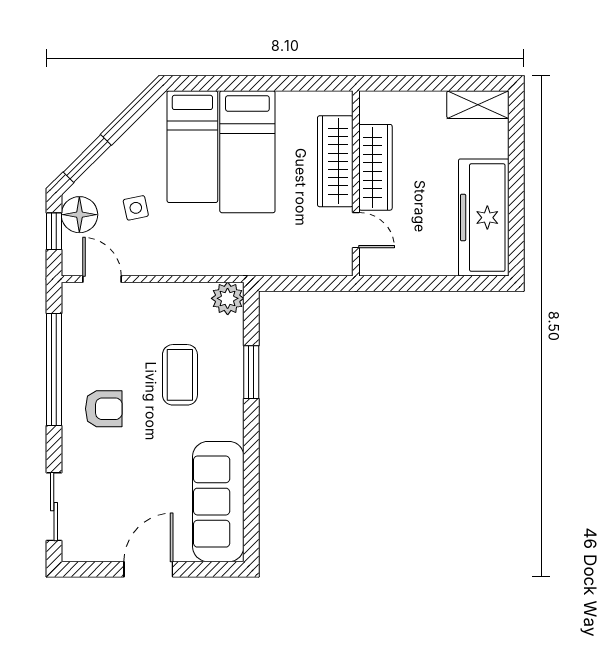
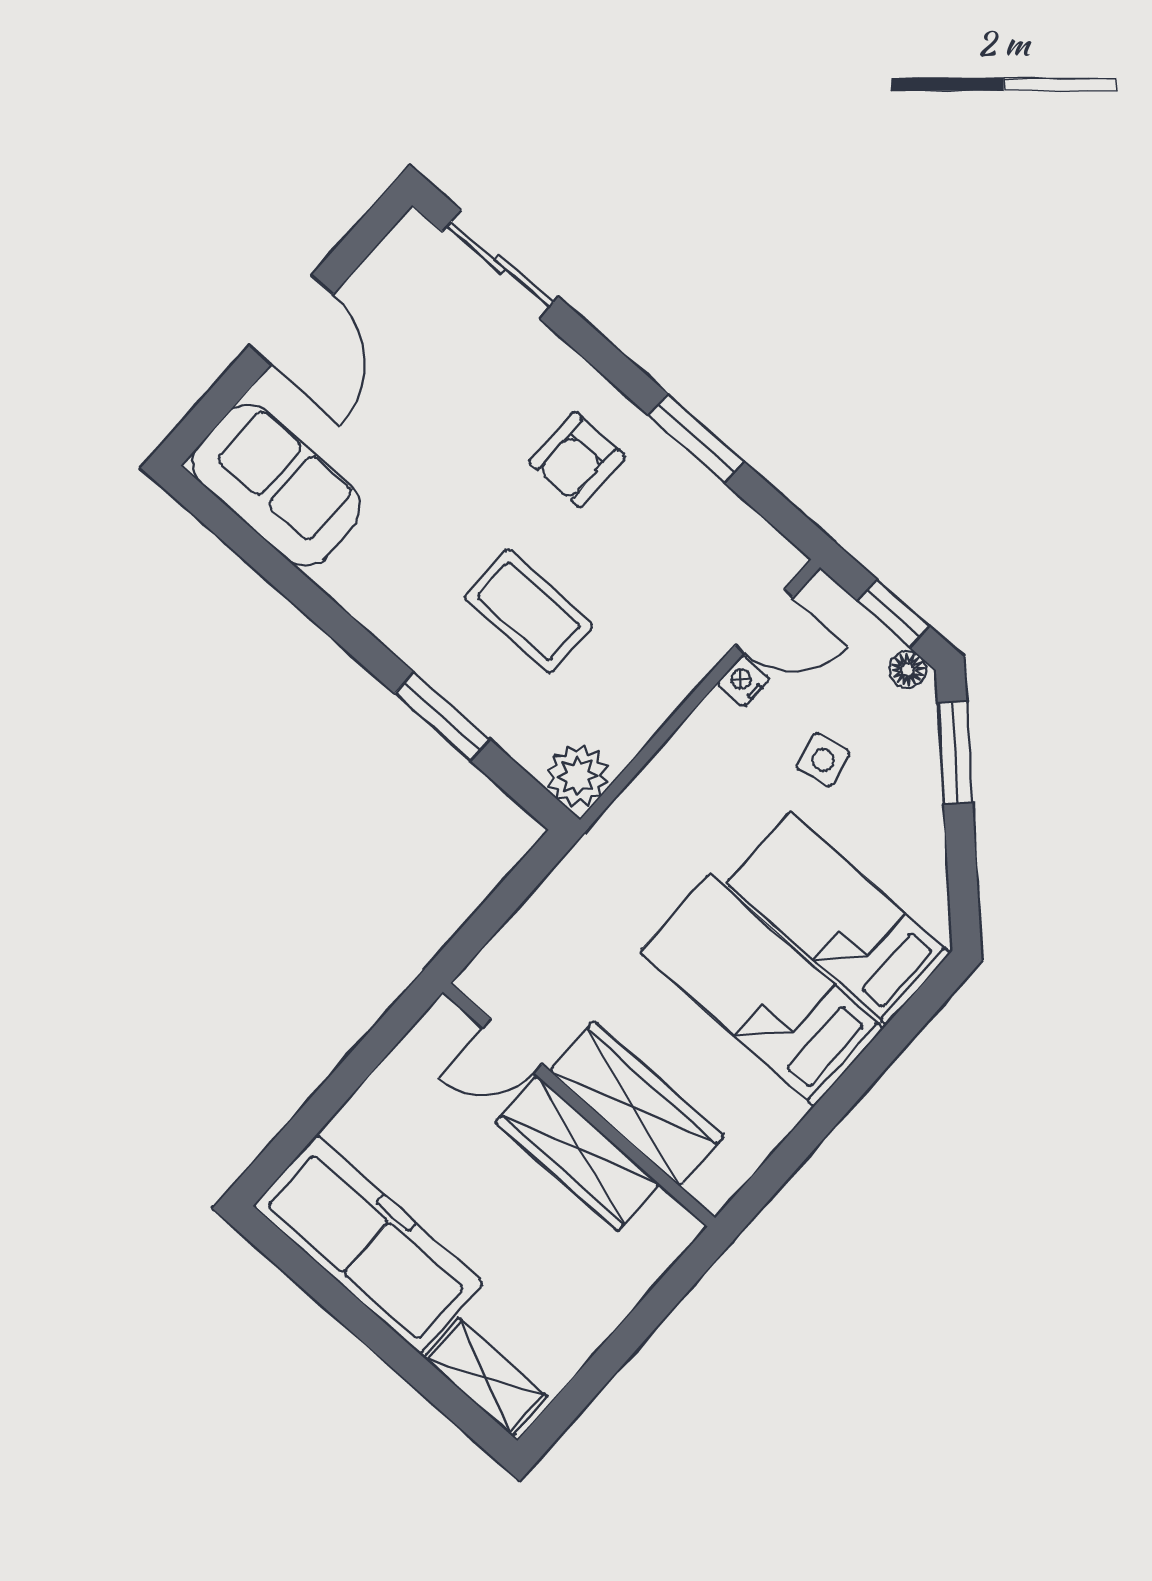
shelving: (478, 105) -> (485, 1377), moved, turned 90
floor lamp: (79, 215) -> (908, 669), width x0.53, depth x0.53
nightstand: (133, 267) -> (743, 681), added
window: (54, 370) -> (696, 438), width x0.47
sofa: (218, 502) -> (276, 485), width x0.73

